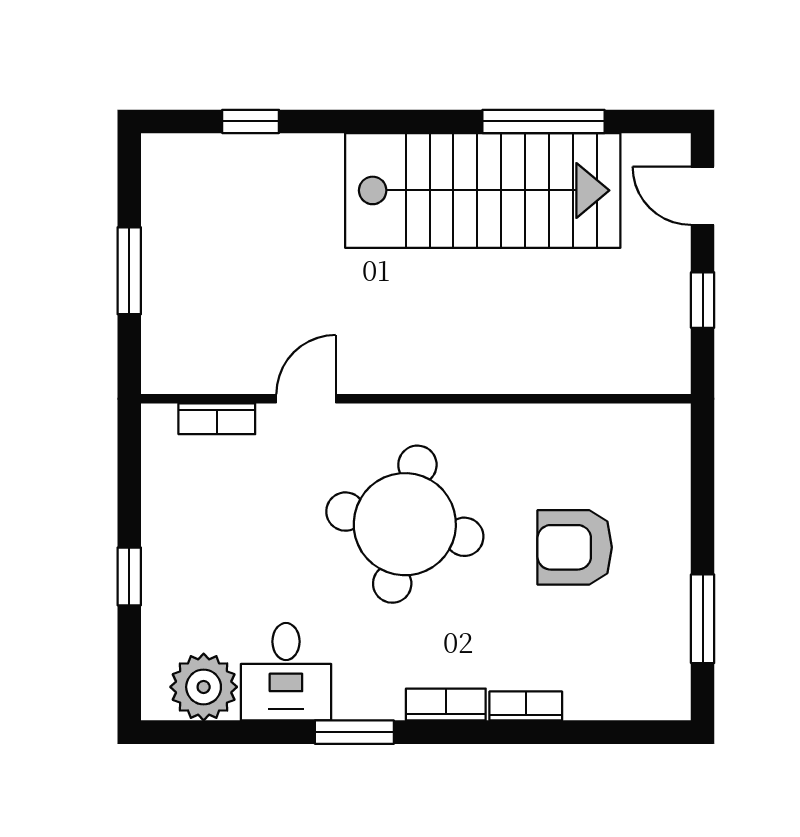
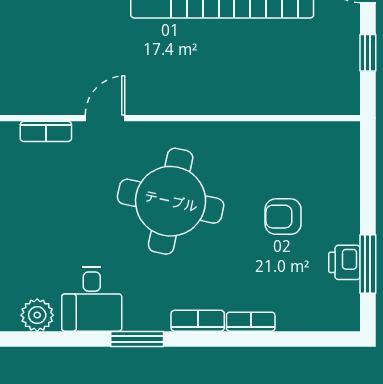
armchair: (575, 547) -> (283, 217), width x0.72, depth x0.72
printer: (667, 617) -> (345, 262), added
plant: (204, 687) -> (37, 315), width x0.73, depth x0.73

